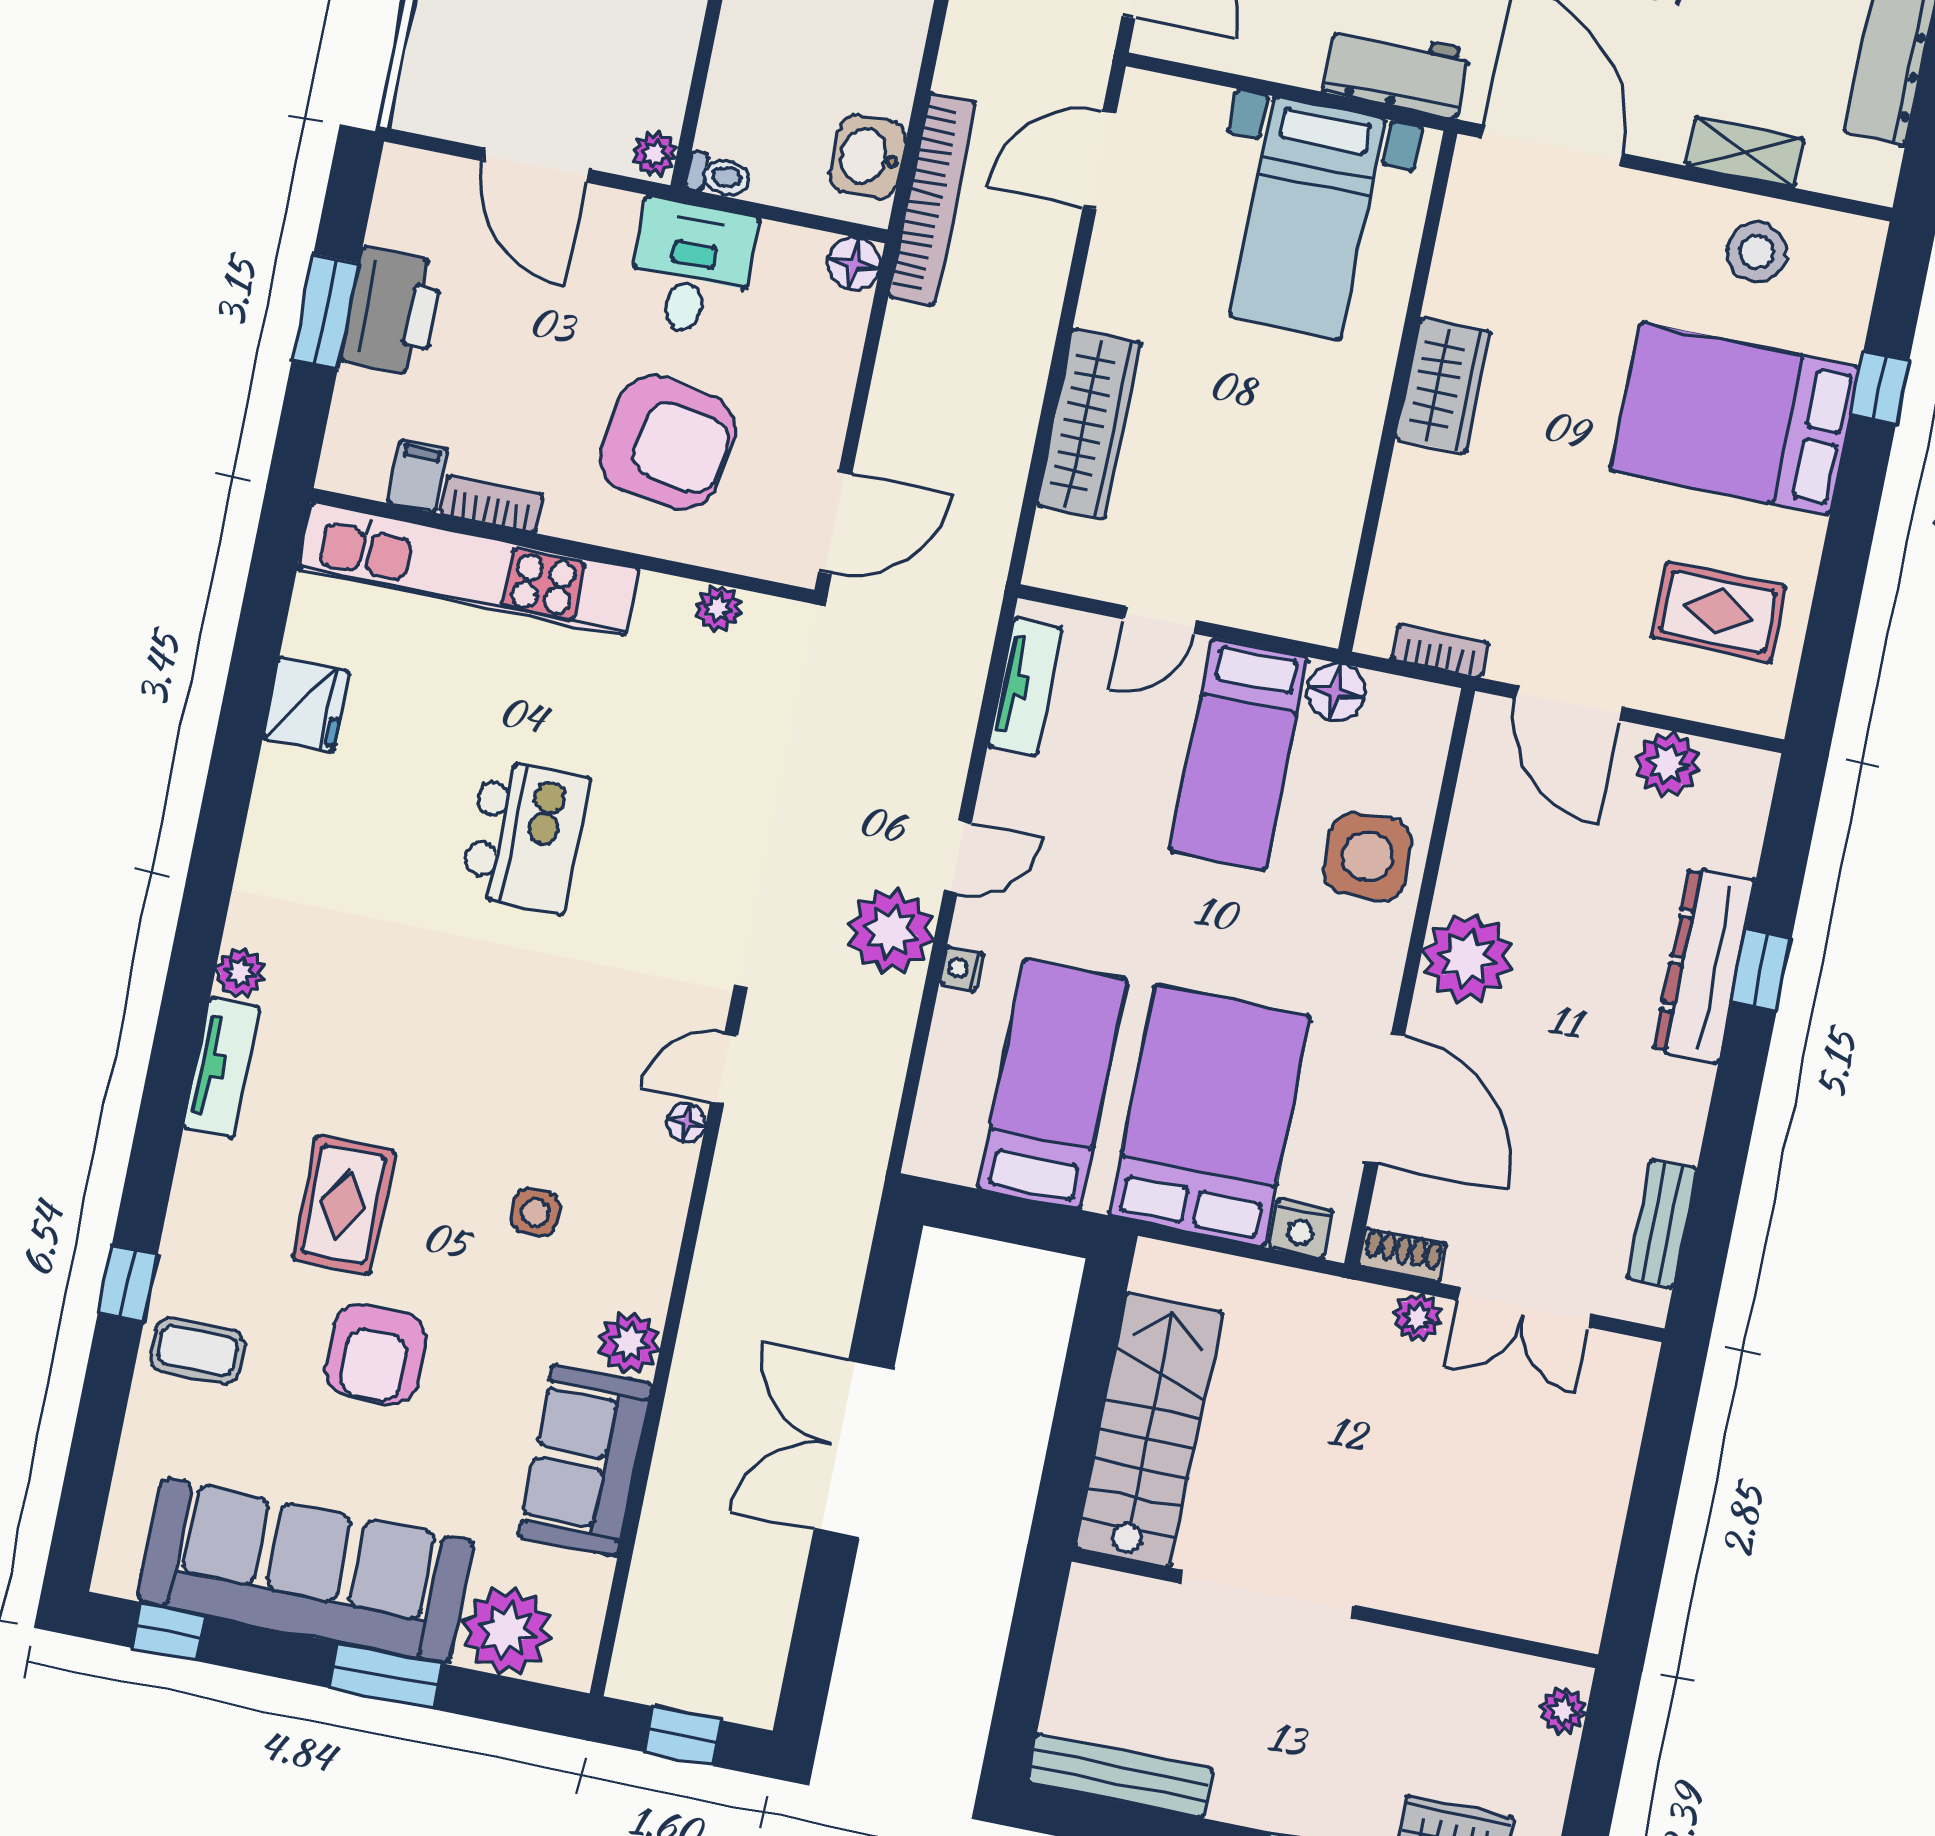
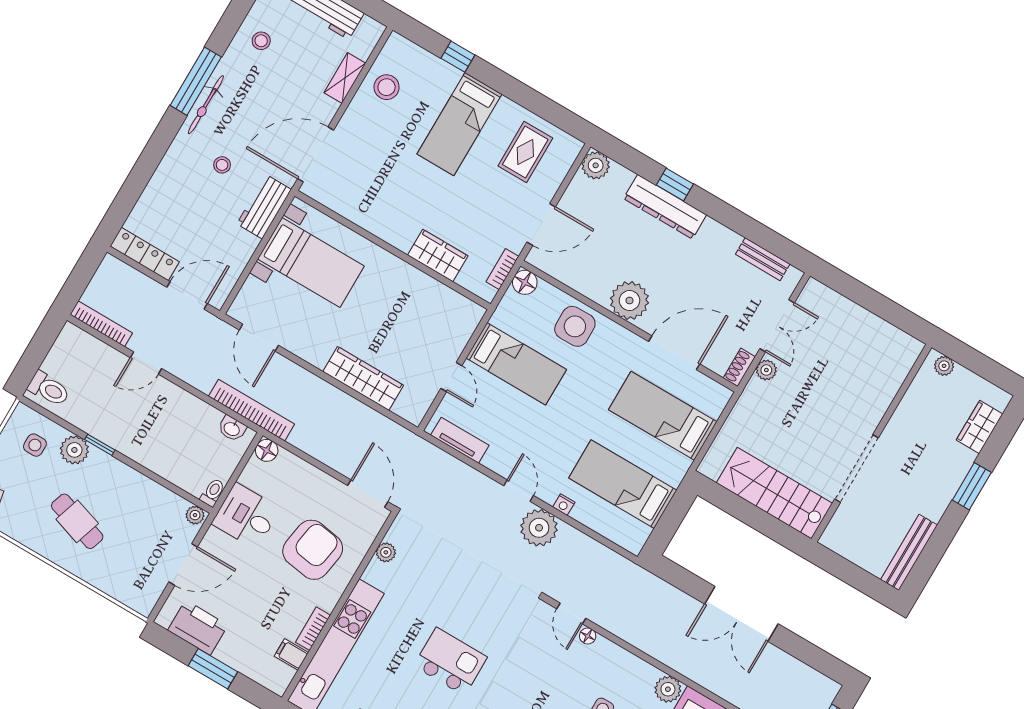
washbasin: (868, 157) -> (232, 429), width x0.72, depth x0.69
printer: (392, 311) -> (198, 628), moved
wardrobe: (1443, 386) -> (438, 256), moved
bed: (1735, 419) -> (459, 124), width x0.67
floor lamp: (1336, 692) -> (525, 282), moved
plant: (1668, 764) -> (596, 165), moved
bed: (1210, 1116) -> (663, 416), width x0.67
nightstand: (1301, 1229) -> (715, 404), removed

